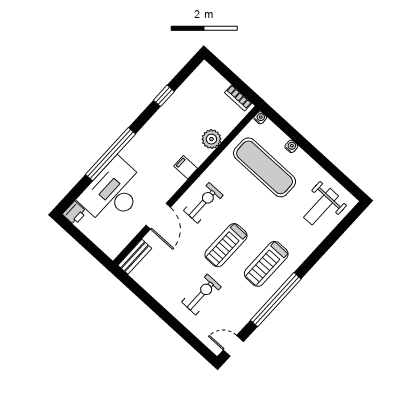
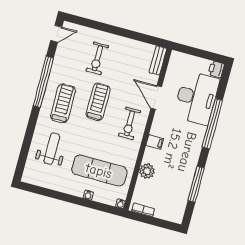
window: (164, 96) -> (196, 184), width x2.17
weight bench: (321, 207) -> (52, 149), moved

